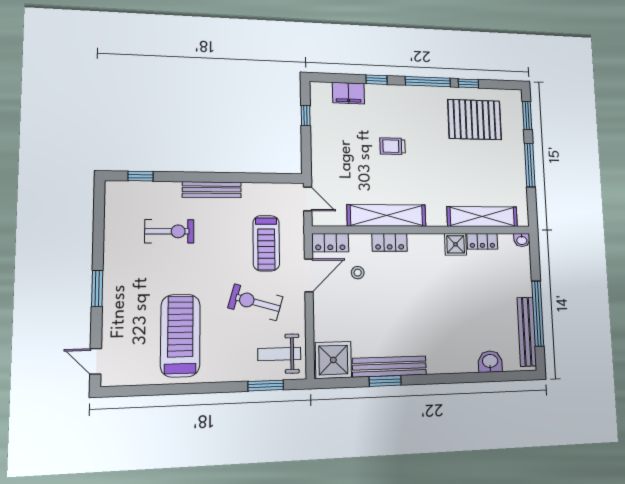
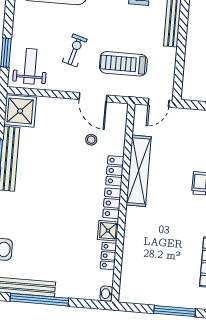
shelving: (482, 217) -> (131, 259), removed
locker: (330, 243) -> (112, 203), moved
exercise bike: (255, 302) -> (75, 50), width x0.73, depth x0.72

